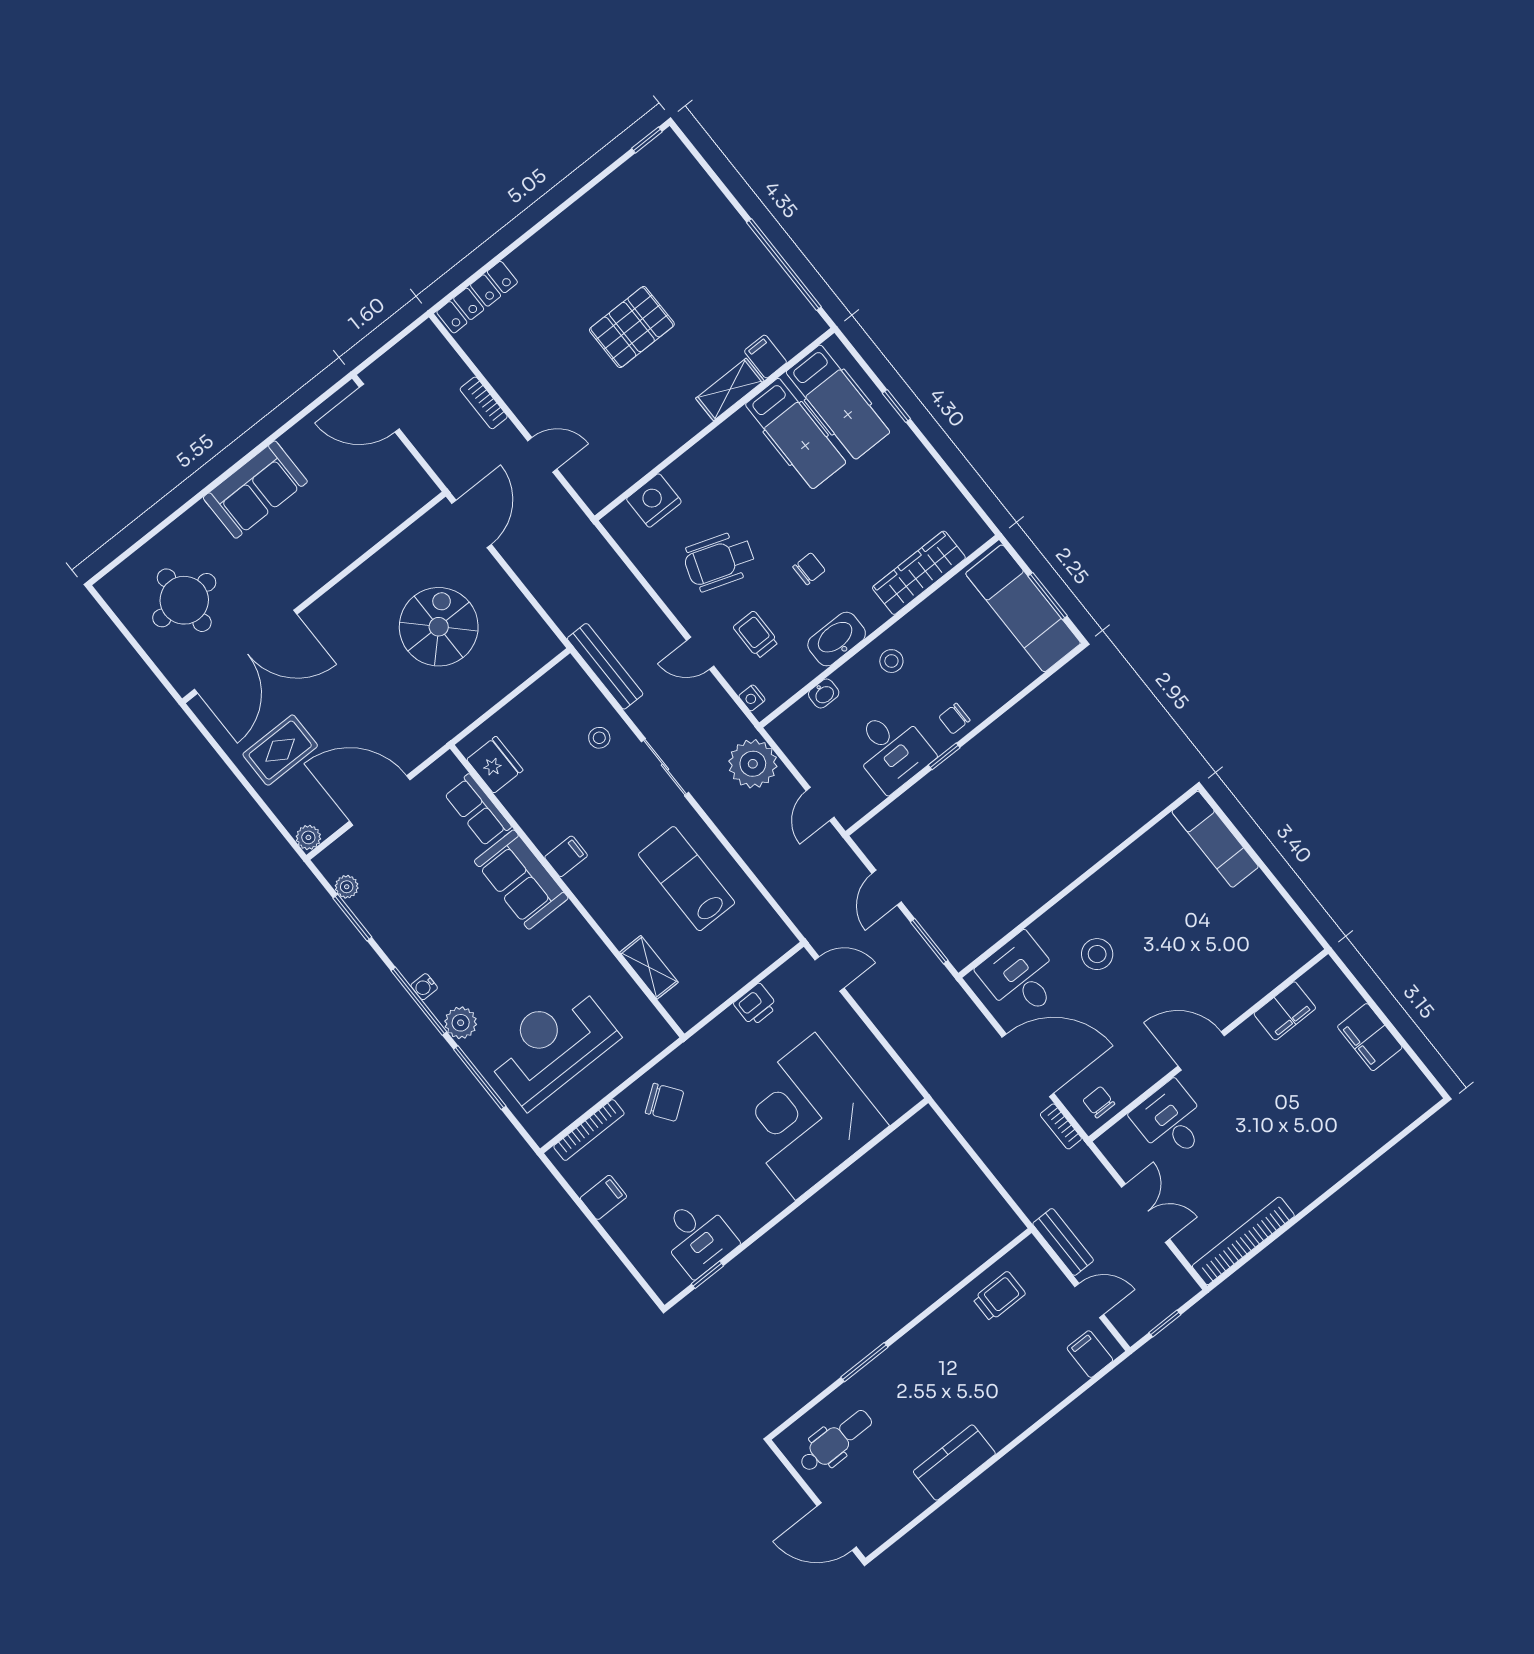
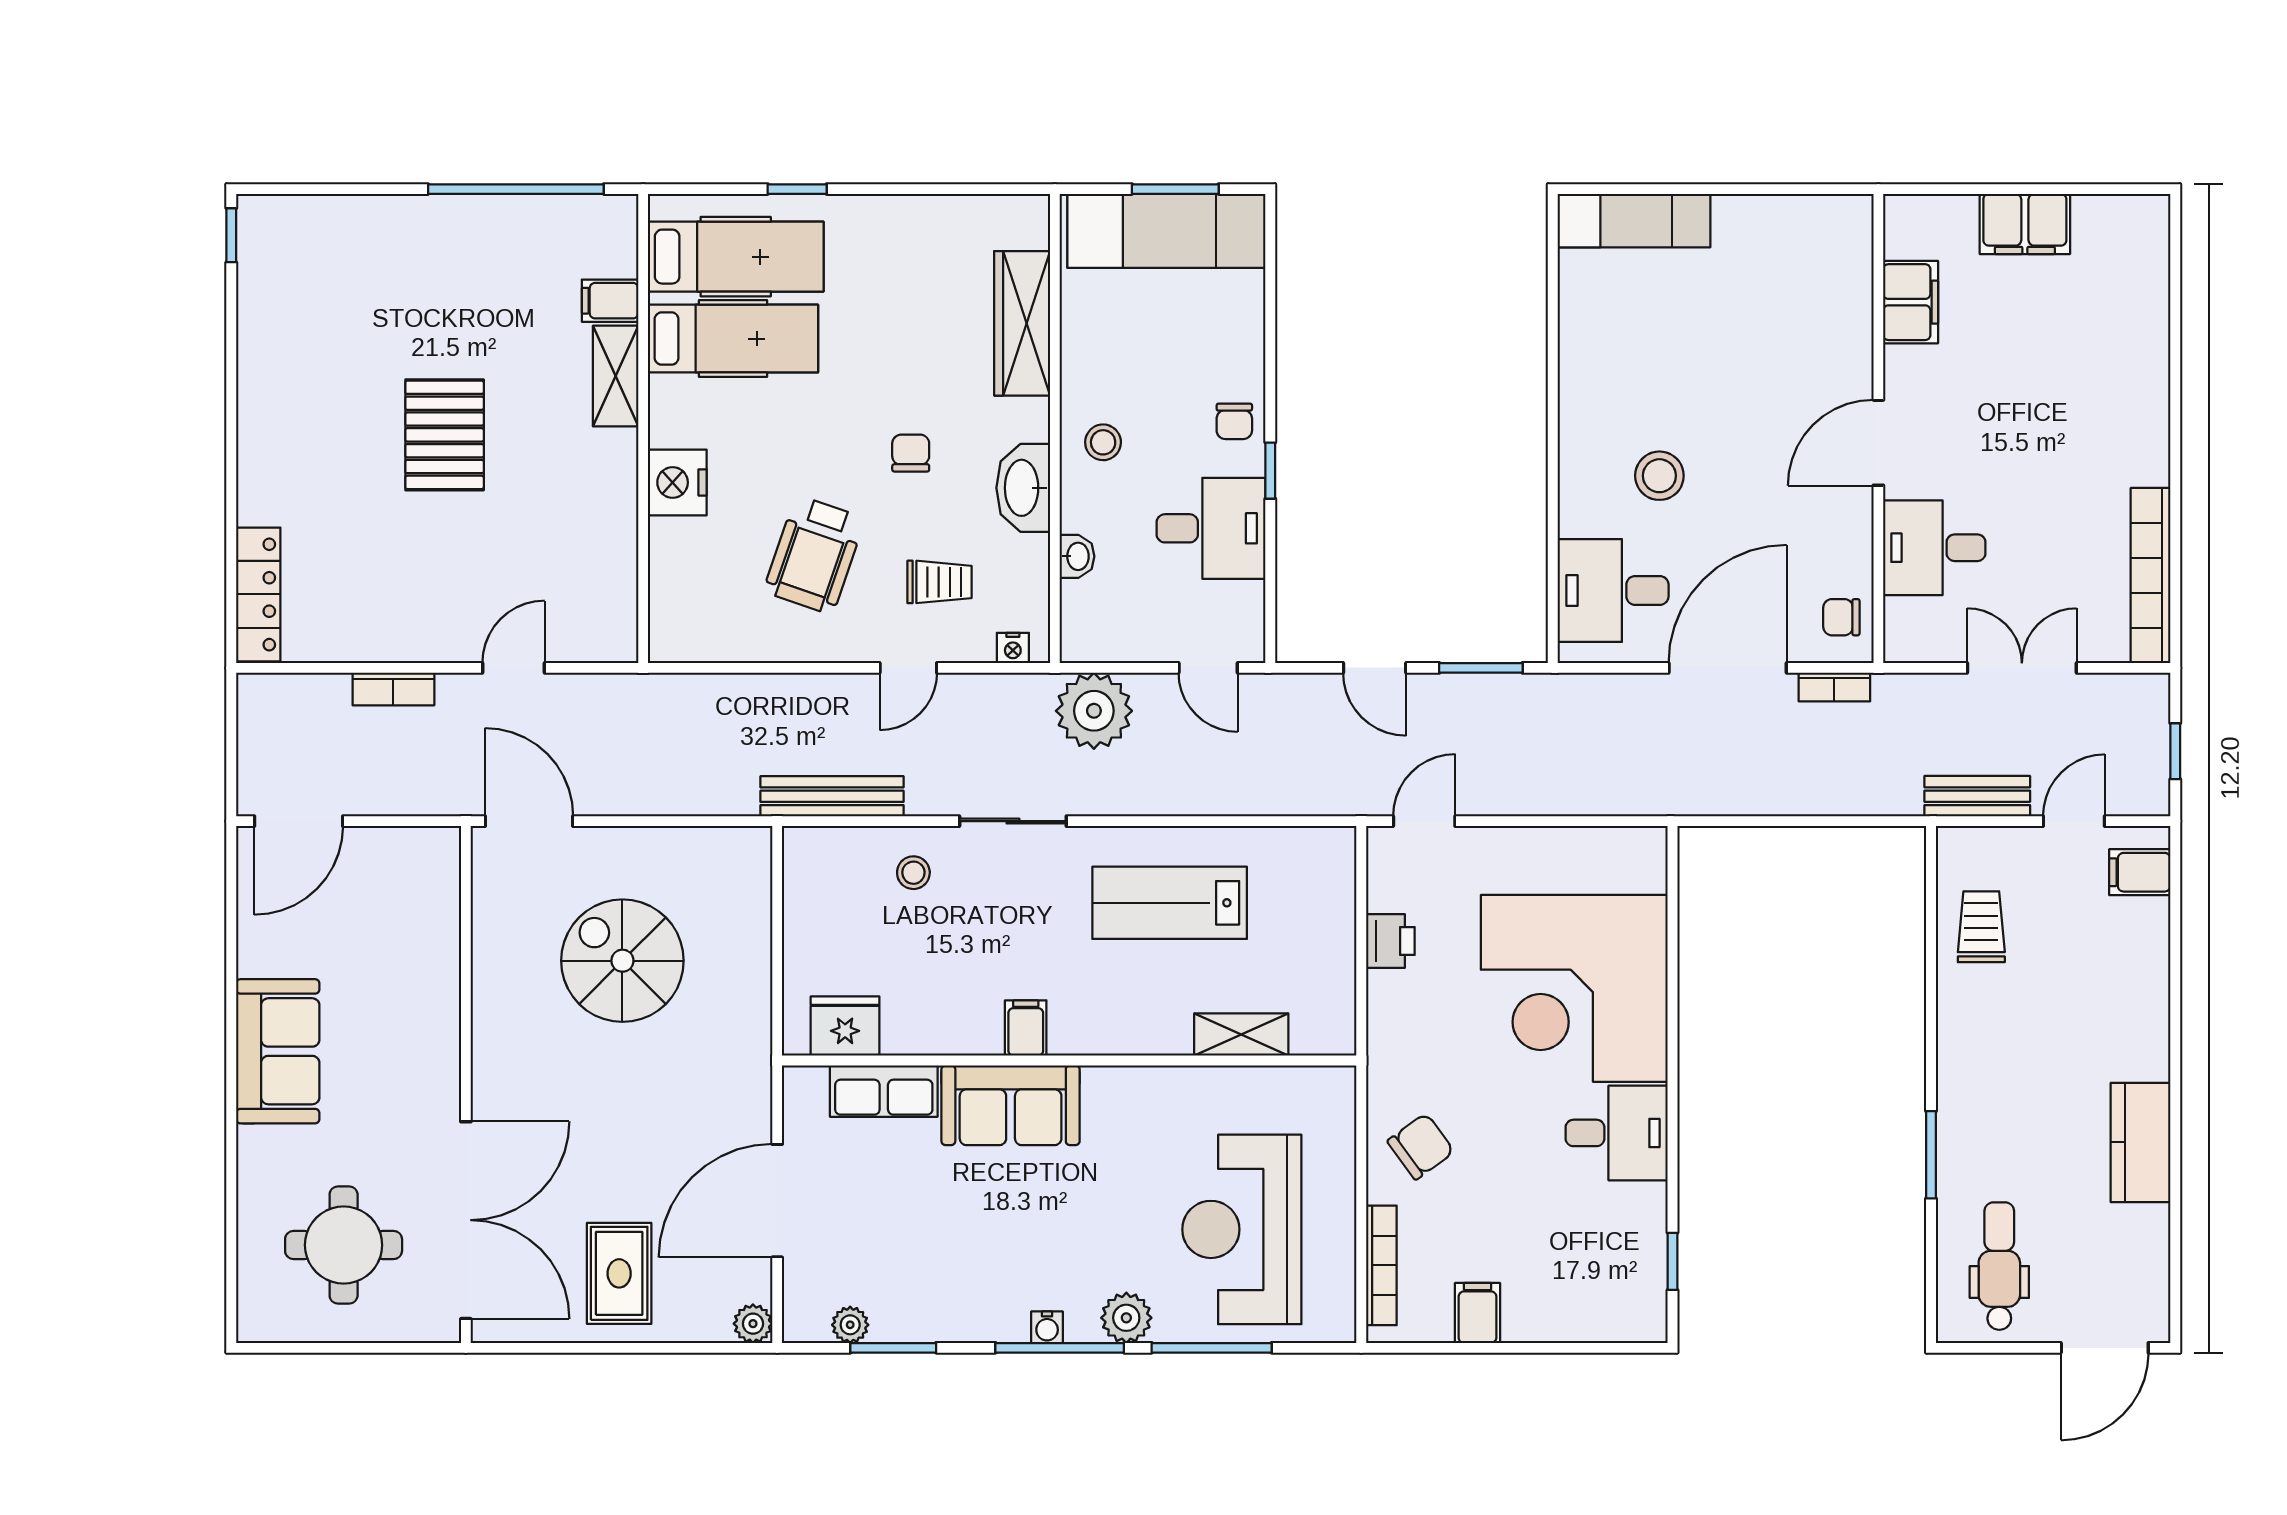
nightstand: (654, 500) -> (677, 482), moved
trolley: (756, 635) -> (940, 582), turned 180
desk: (697, 1237) -> (1617, 1133), moved

